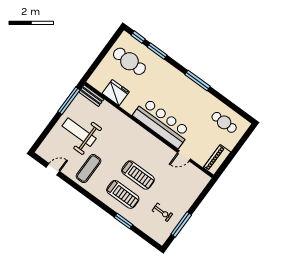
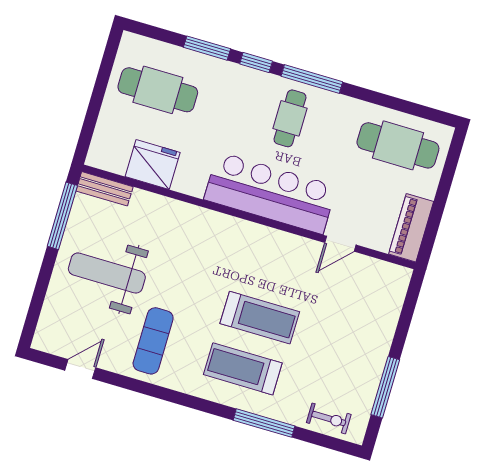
window: (138, 37) -> (256, 63), moved
cafe table: (182, 94) -> (290, 118), added
cafe table: (224, 122) -> (398, 145), width x1.37, depth x1.35
treadmill: (123, 194) -> (243, 369), turned 180
exercise bike: (162, 212) -> (329, 418), moved
window: (123, 221) -> (264, 423), width x1.44

